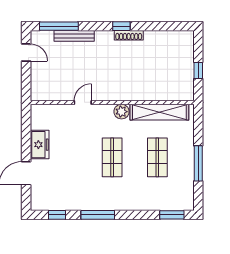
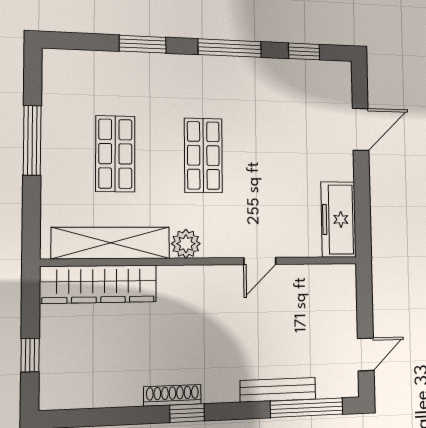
door: (26, 53) -> (366, 354), swing flipped
window: (198, 71) -> (30, 355), moved
wardrobe: (165, 92) -> (99, 284), added
freezer: (40, 145) -> (338, 219), moved, width x1.40
window: (172, 215) -> (143, 44), moved

